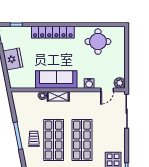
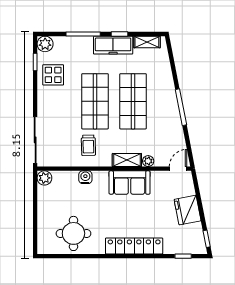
sofa: (56, 80) -> (130, 183), width x0.73
door: (107, 90) -> (178, 169), moved
trolley: (34, 139) -> (88, 145), moved

